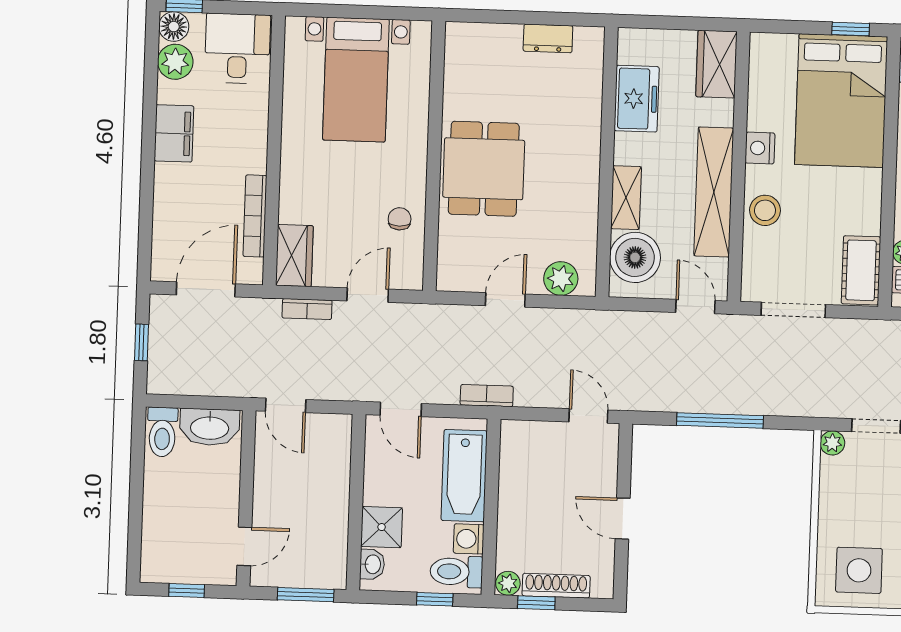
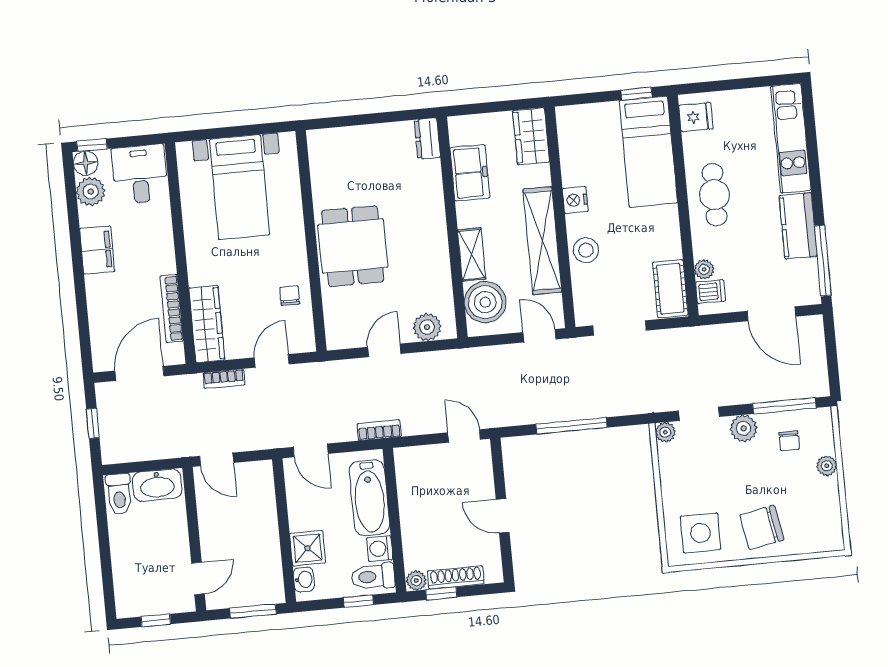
dresser: (548, 38) -> (427, 139), moved, turned 90
bed: (841, 101) -> (648, 152), width x0.67
wardrobe: (294, 256) -> (207, 324), width x1.50

